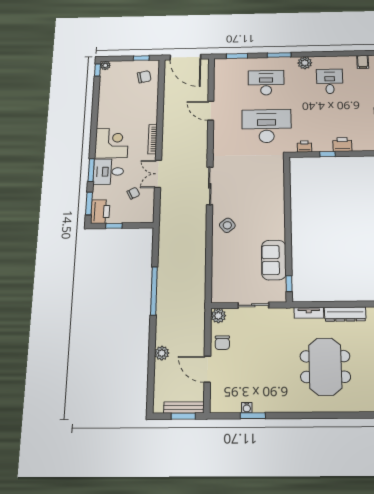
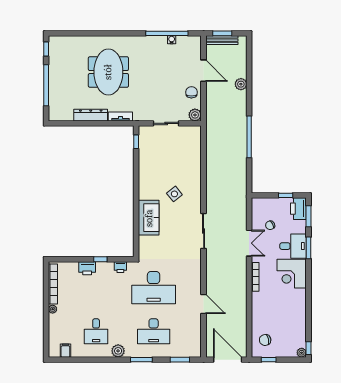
side table: (227, 225) -> (174, 194), moved
sofa: (274, 260) -> (149, 218), moved
window: (253, 416) -> (167, 33), width x2.11

